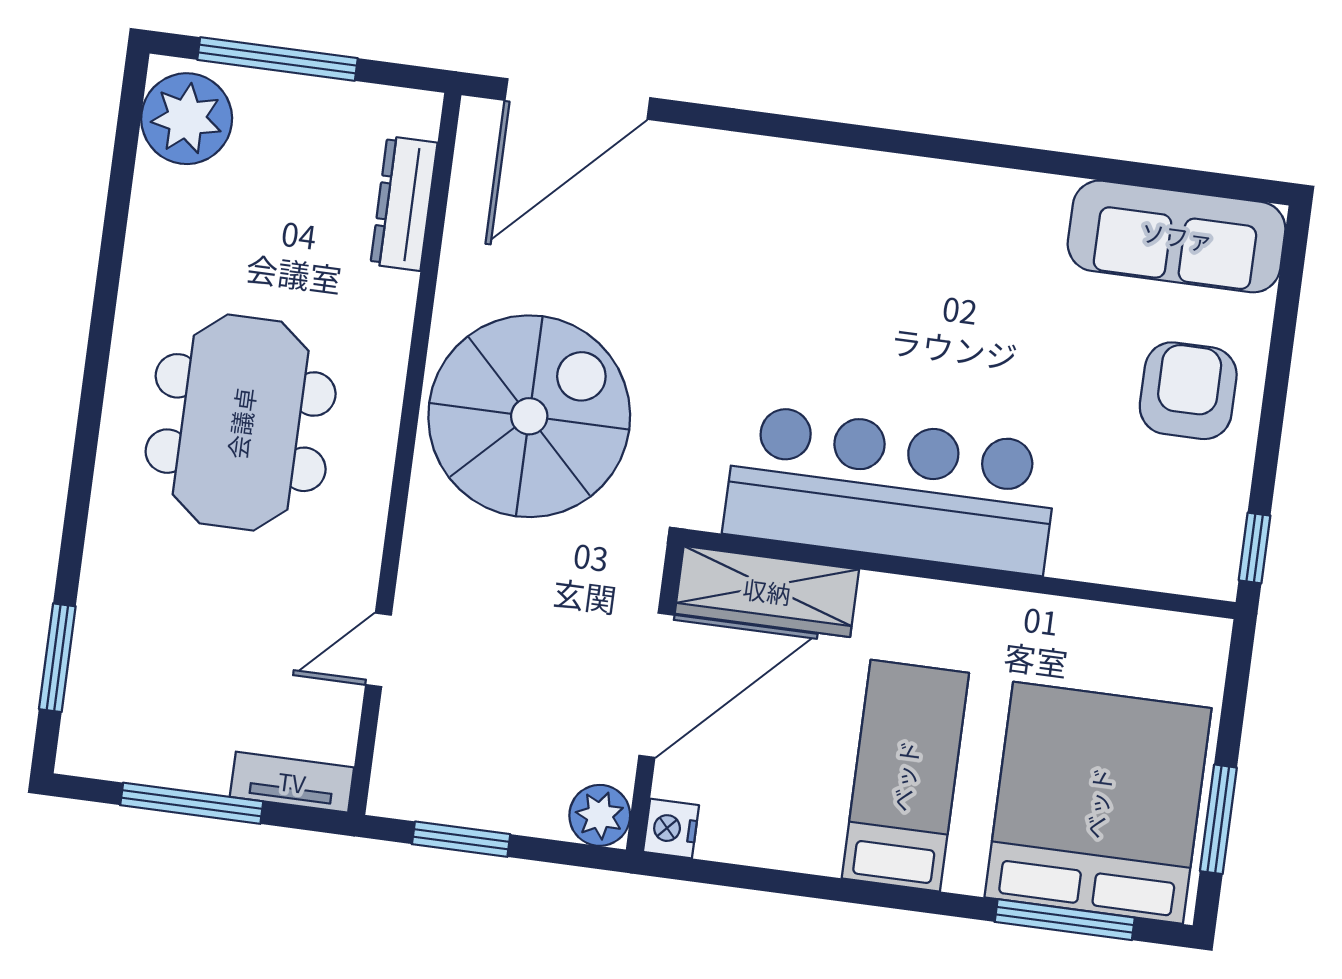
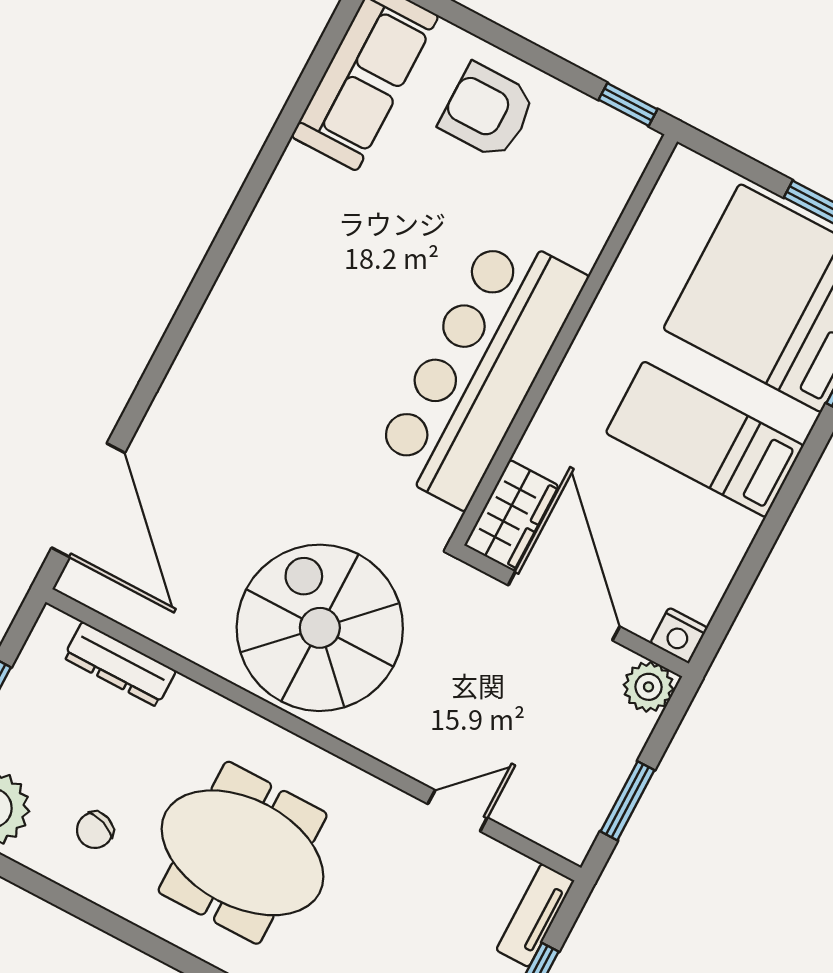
chair: (205, 245) -> (95, 830), added
wardrobe: (767, 591) -> (512, 515), width x0.67
door: (379, 650) -> (458, 811), swing flipped

